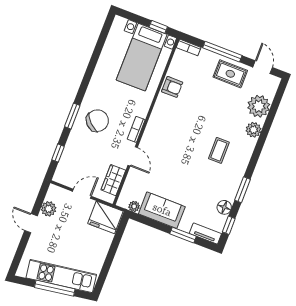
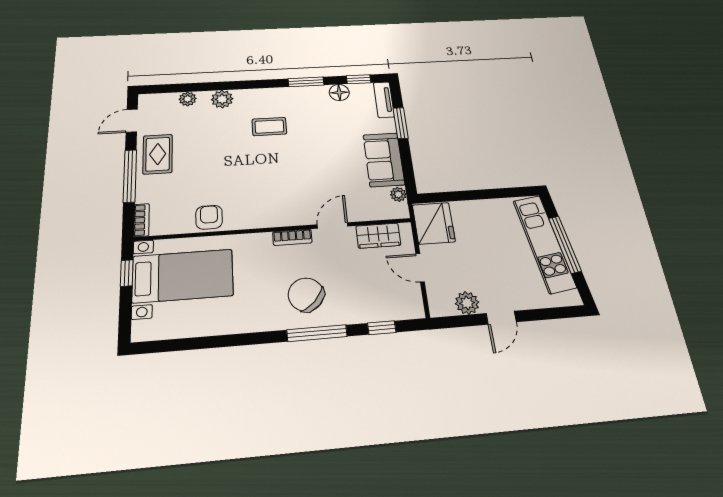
plant: (259, 106) -> (188, 99), width x0.53, depth x0.53
window: (72, 116) -> (317, 333), width x1.44

